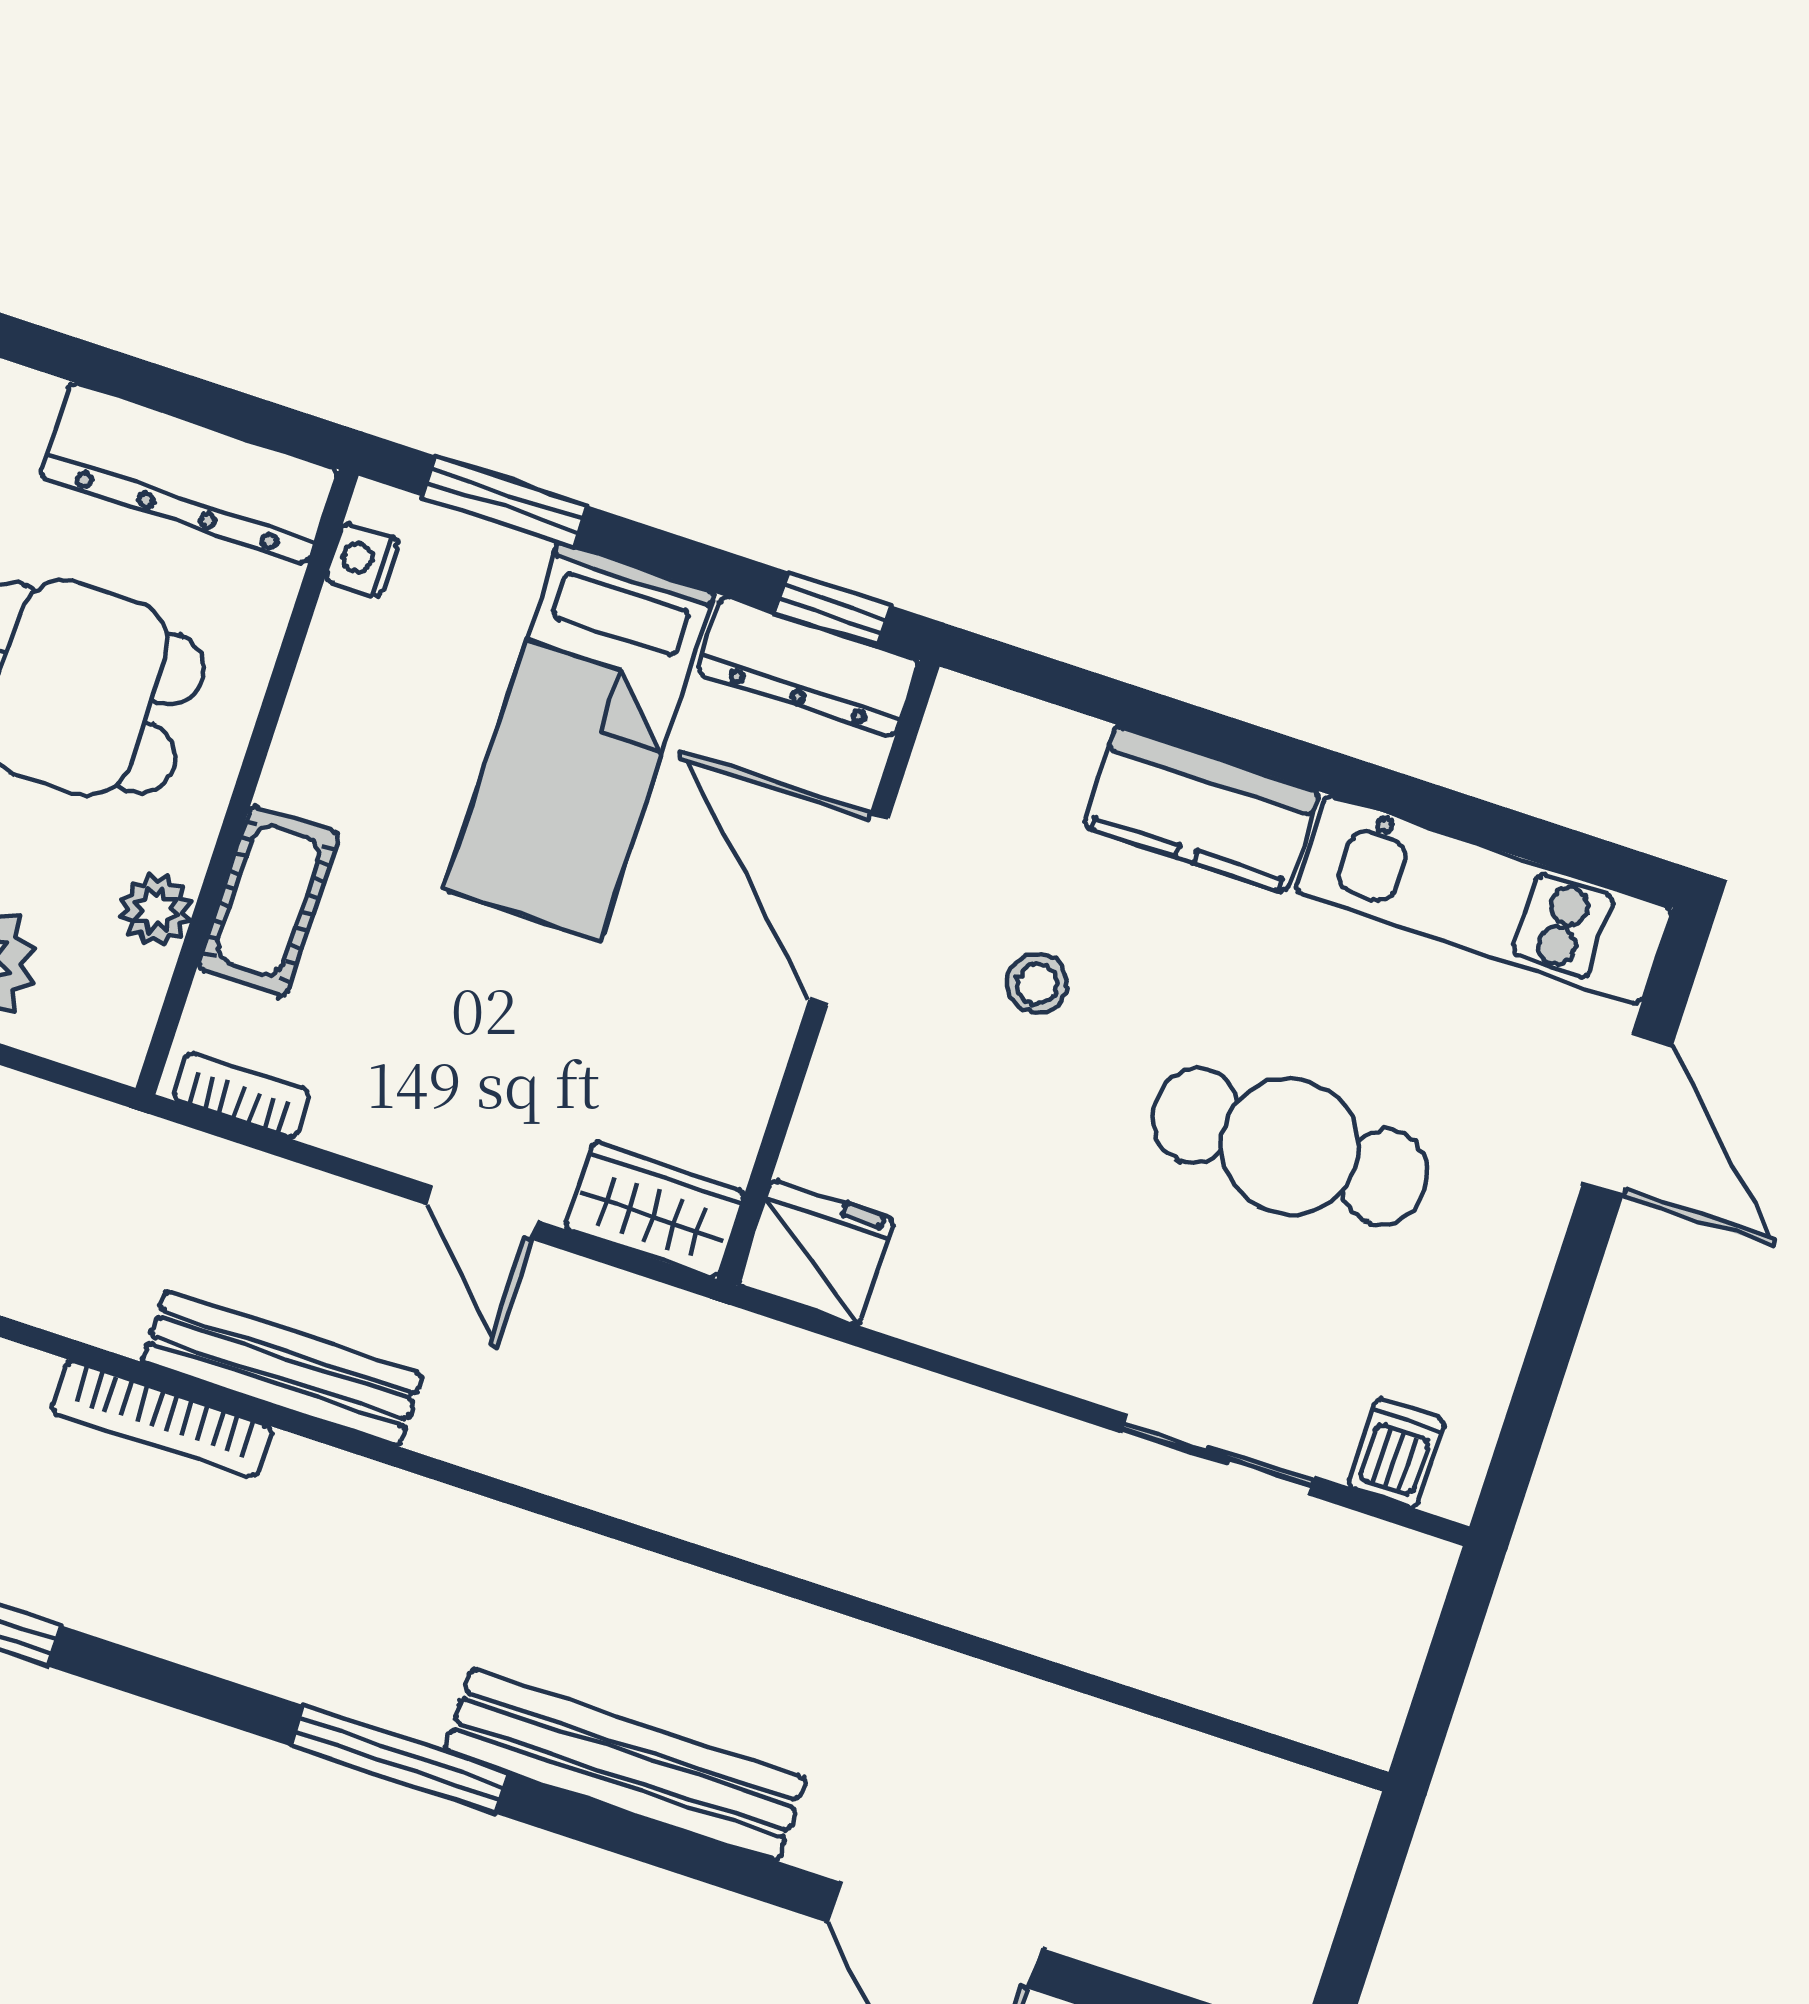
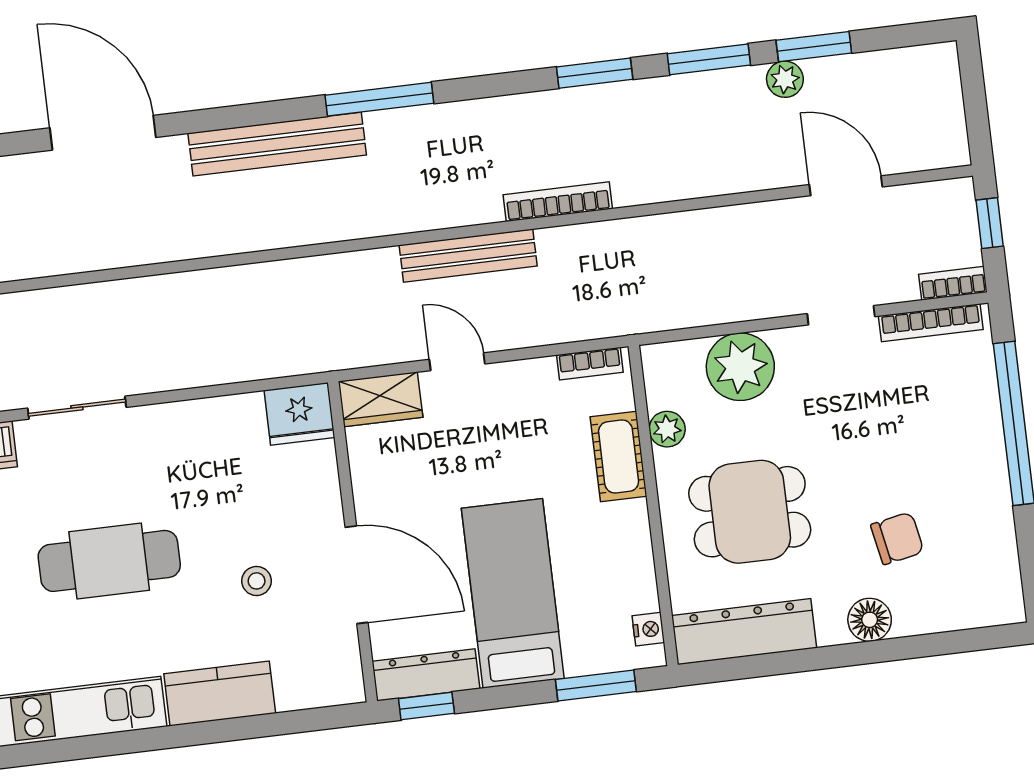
bench: (282, 1368) -> (468, 256), moved

